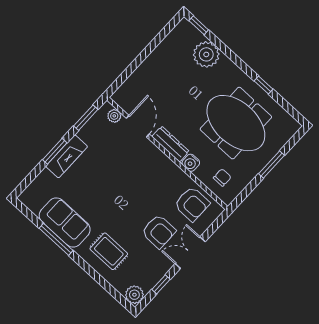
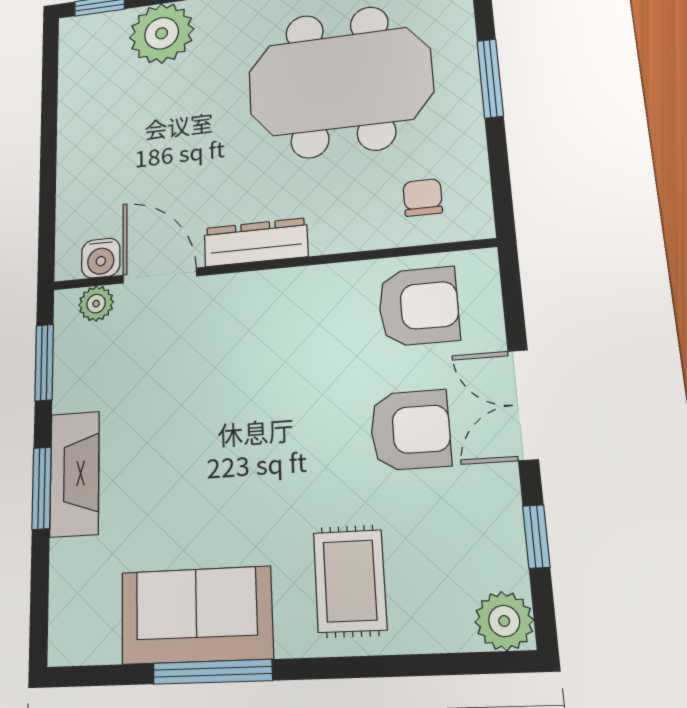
water cooler: (191, 163) -> (101, 258), moved
rug: (109, 251) -> (350, 581), turned 90

